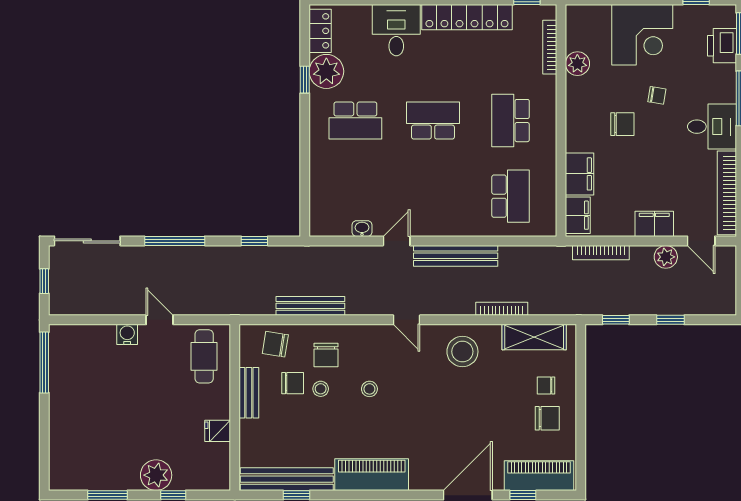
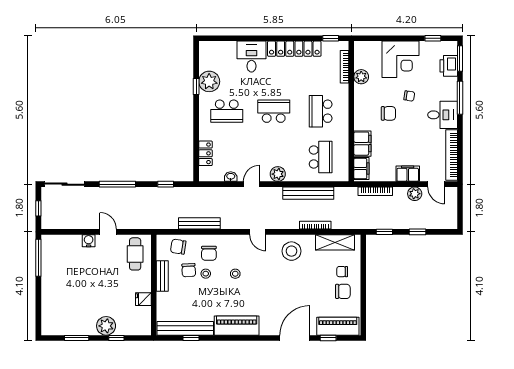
locker: (320, 31) -> (205, 153), moved
plant: (440, 224) -> (278, 174), added
bench: (456, 256) -> (308, 193), moved
chair: (293, 383) -> (189, 270), turned 87

